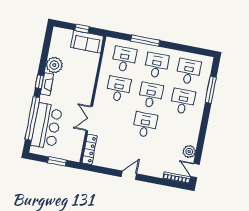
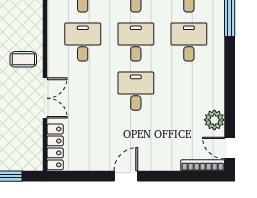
coffee table: (80, 93) -> (23, 59), added
double door: (89, 119) -> (45, 98), swing flipped

